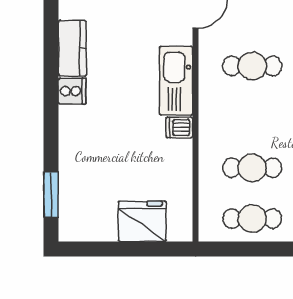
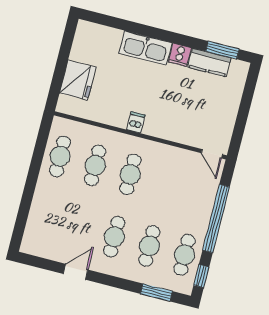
cafe table: (252, 66) -> (130, 174), moved
kitchen sink: (176, 81) -> (145, 48), moved, turned 180
window: (51, 195) -> (222, 50), moved

